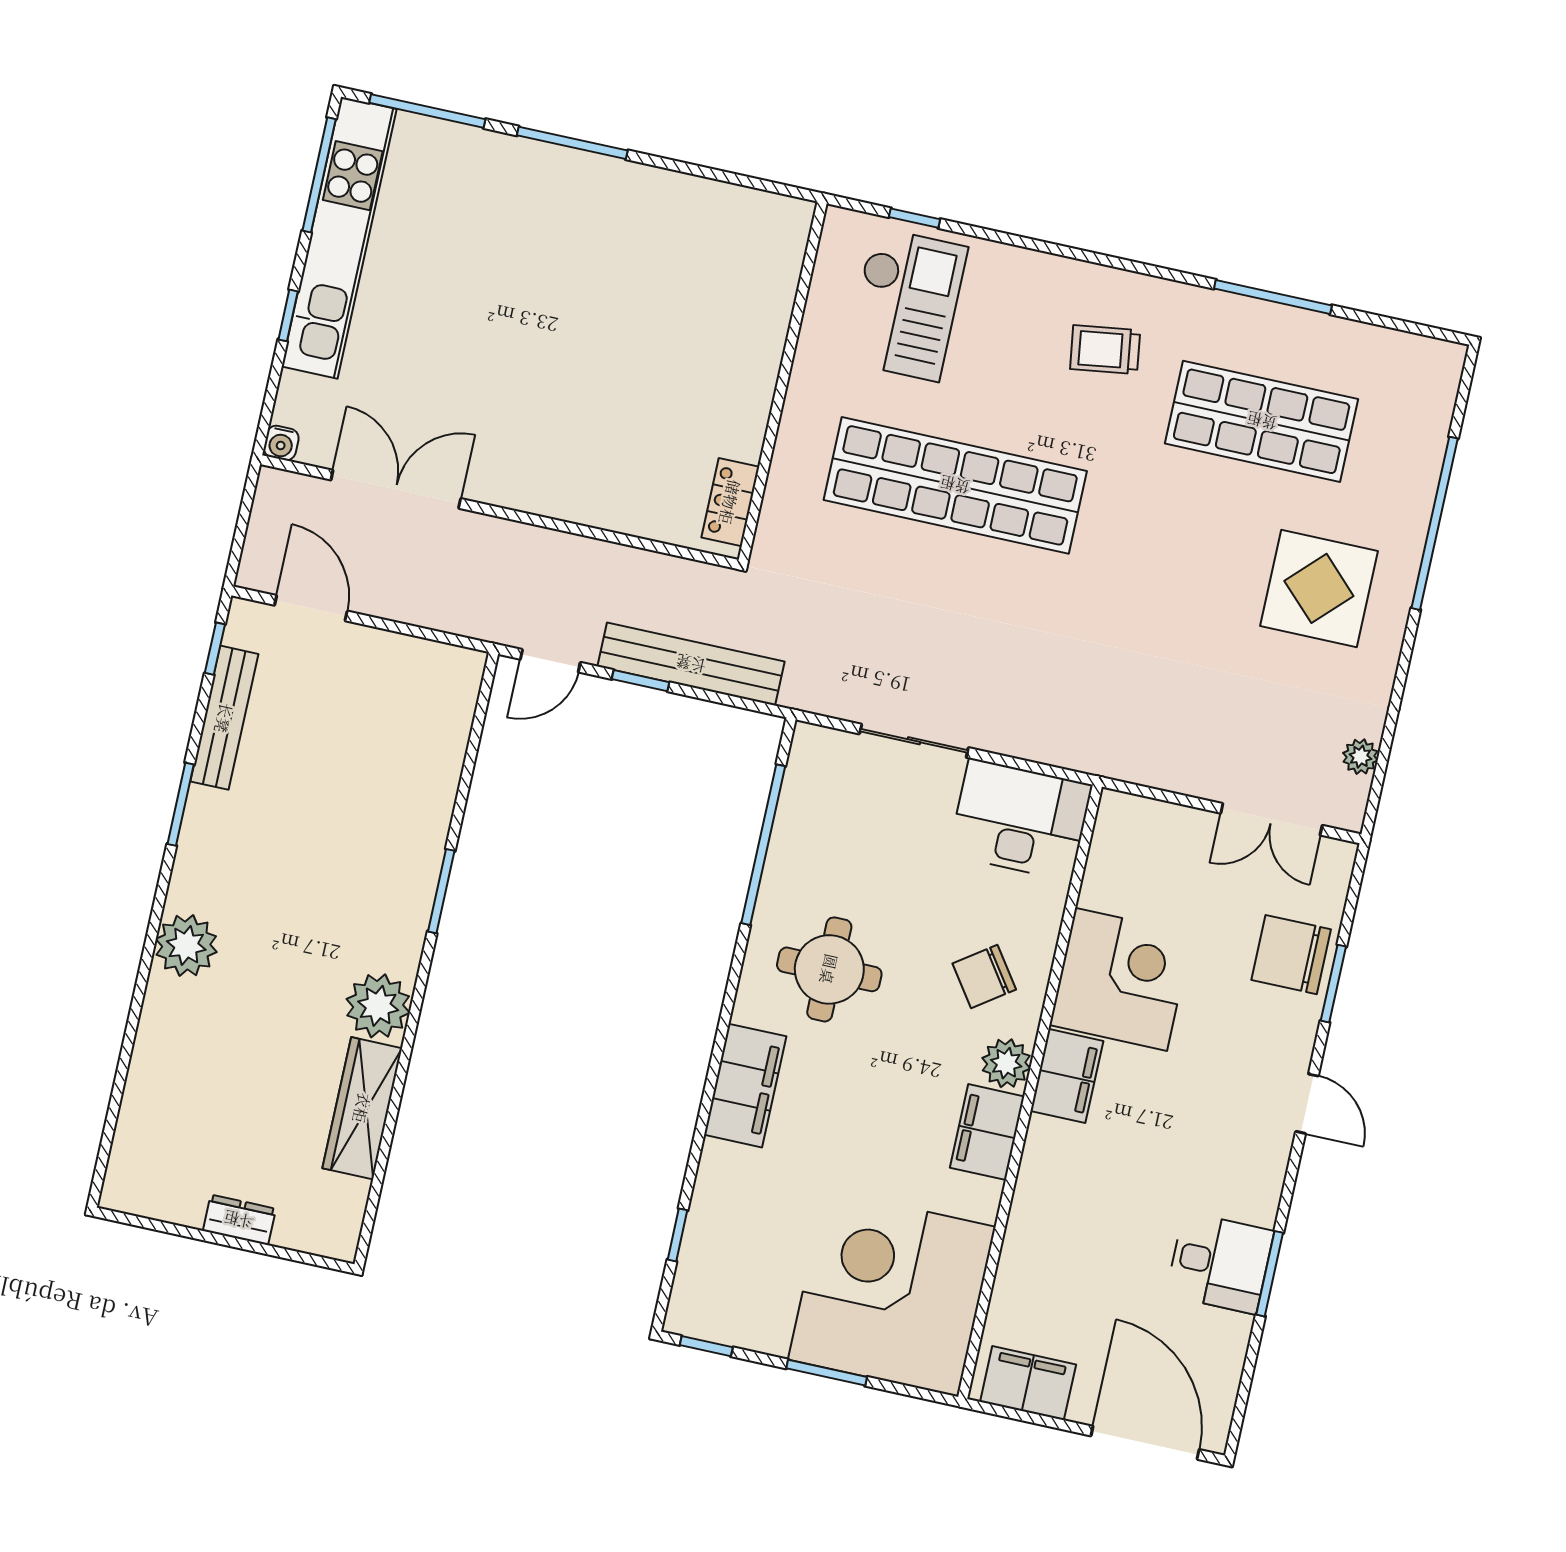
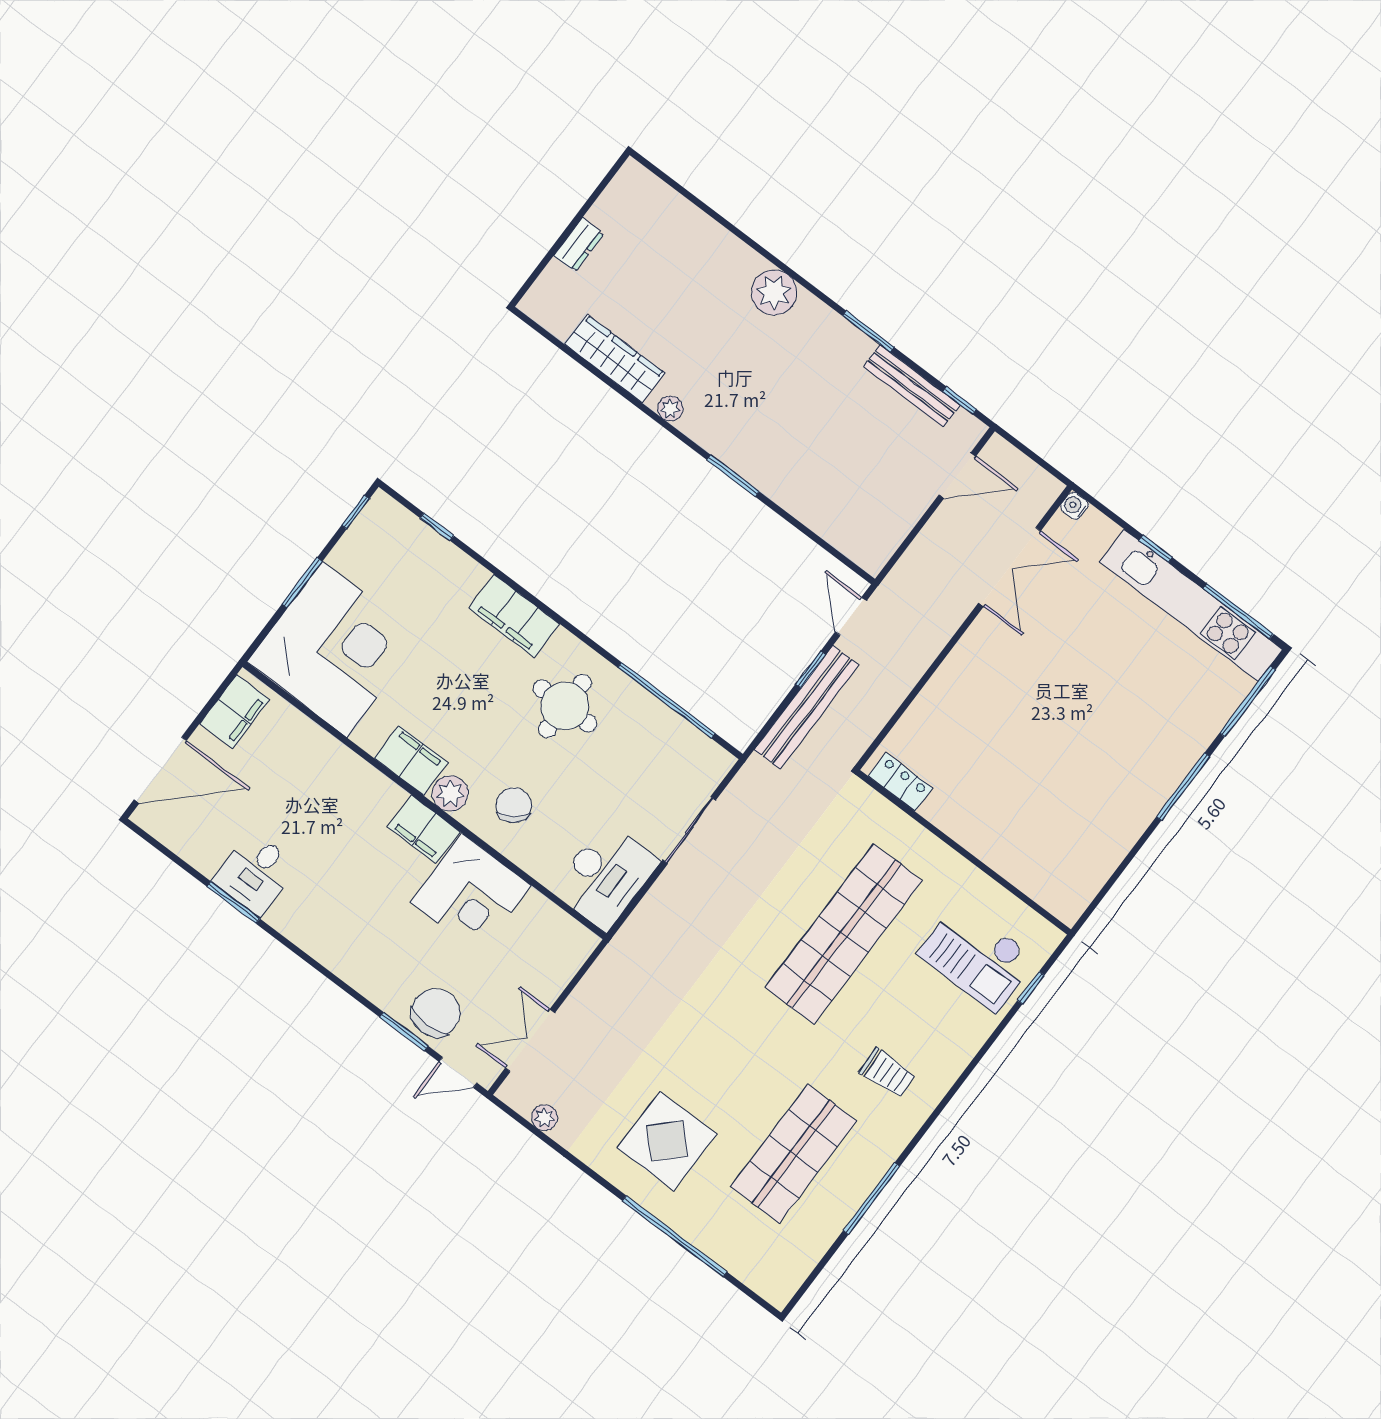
trolley: (1105, 350) -> (887, 1073), turned 95
plant: (378, 1006) -> (670, 409), width x0.53, depth x0.53
door: (1307, 1104) -> (458, 1072), moved

